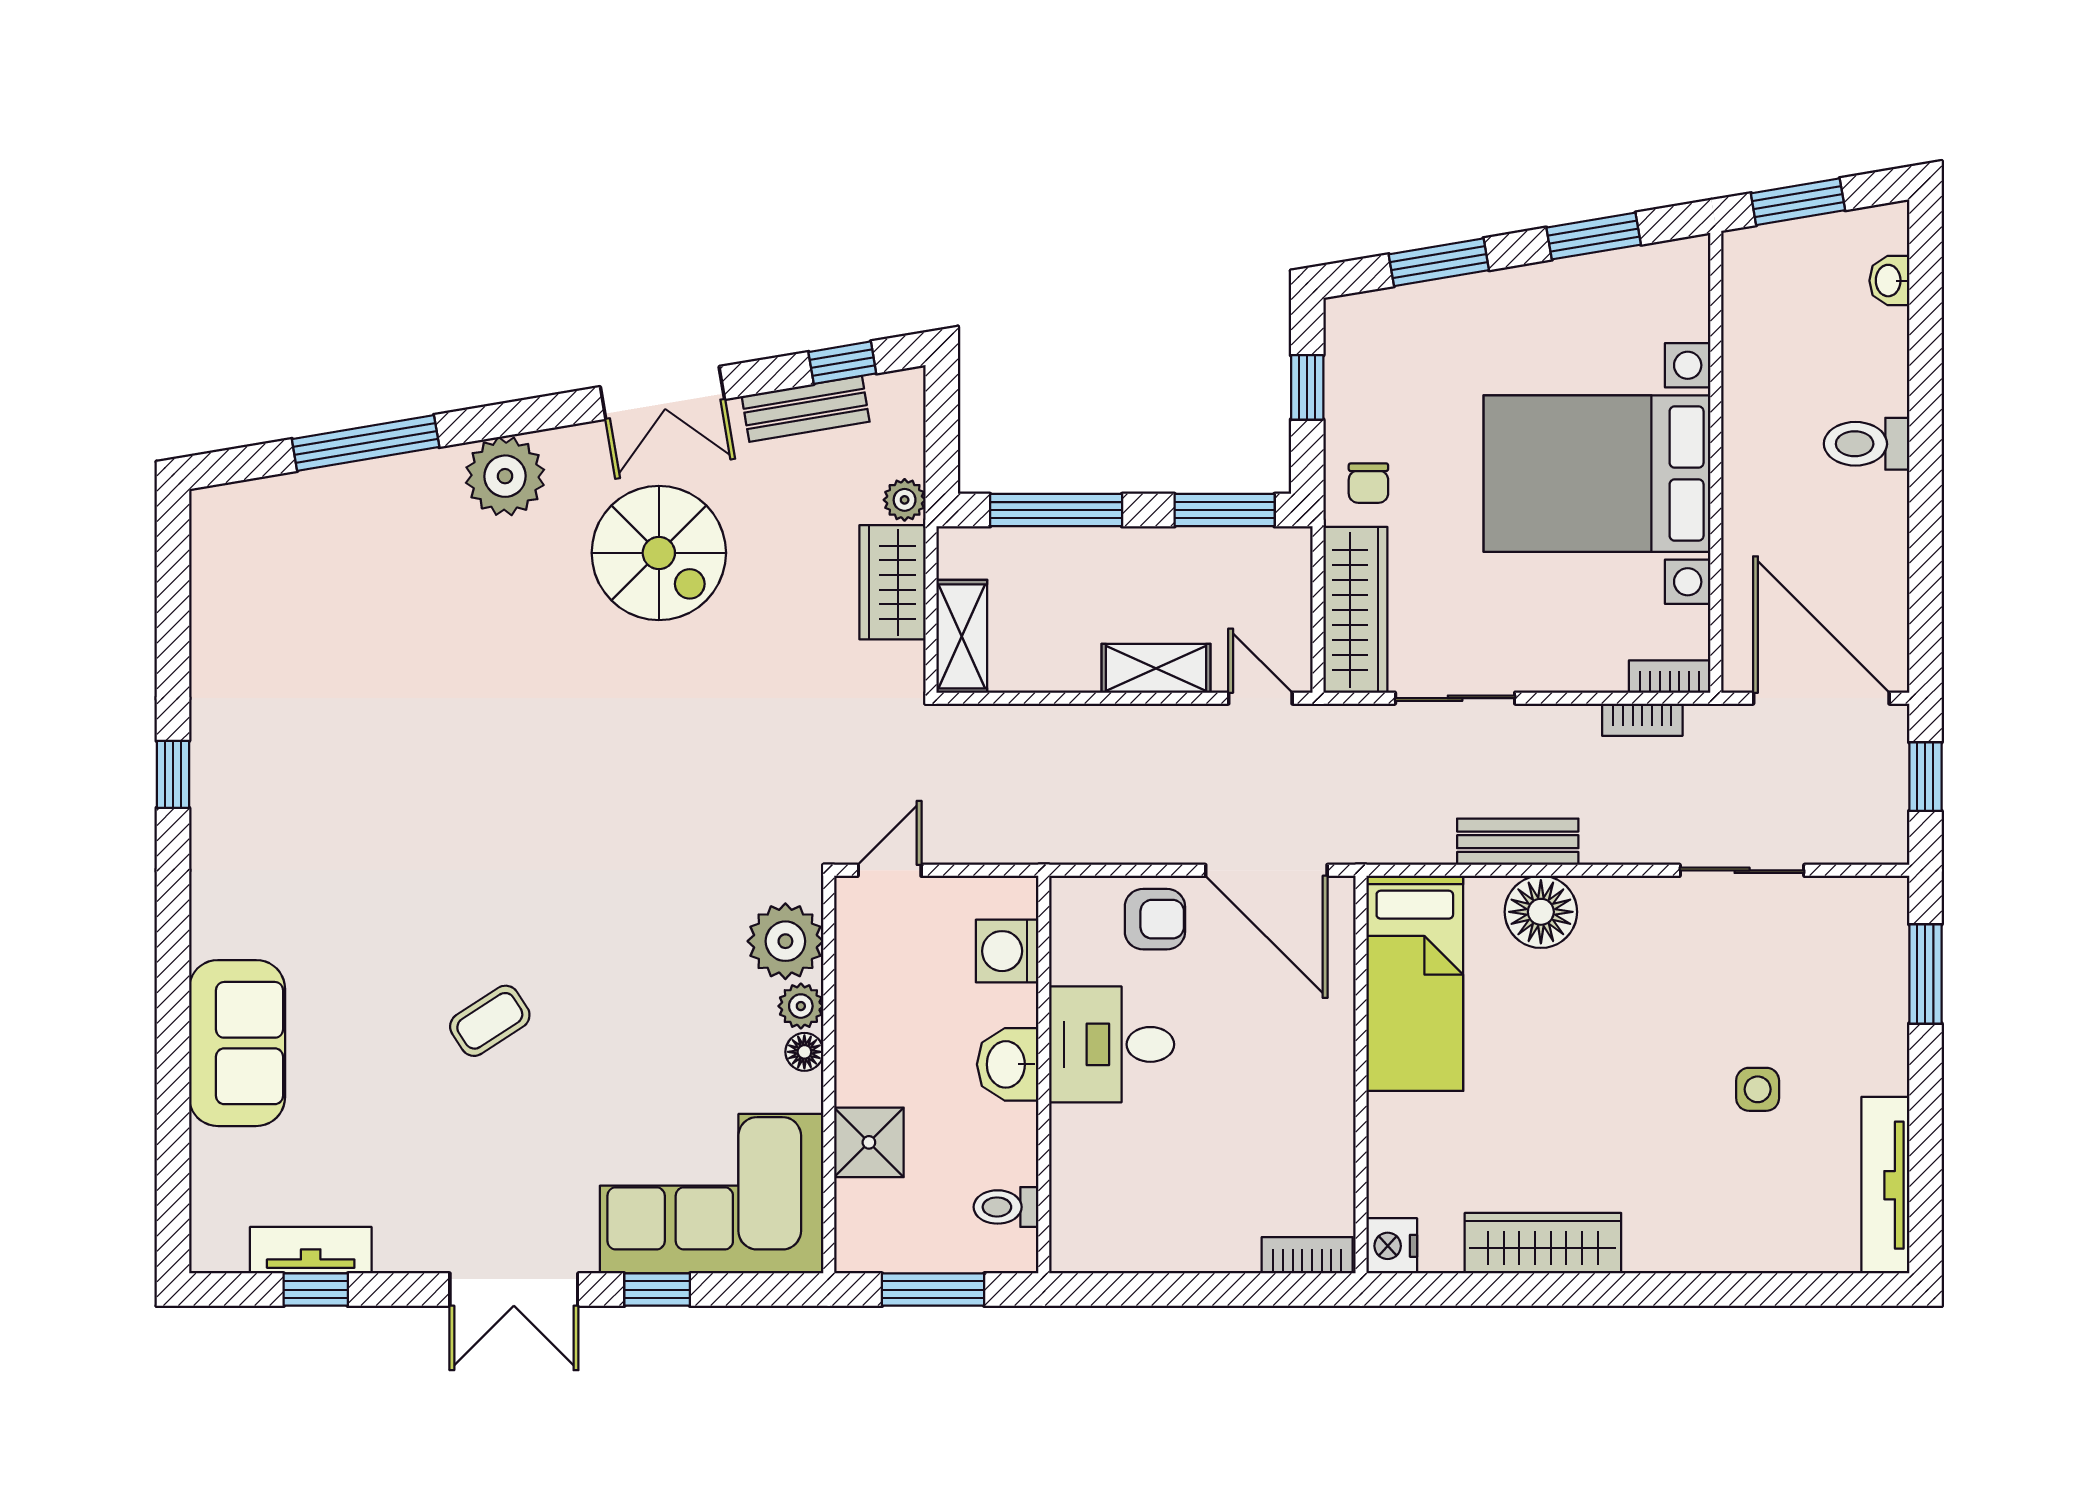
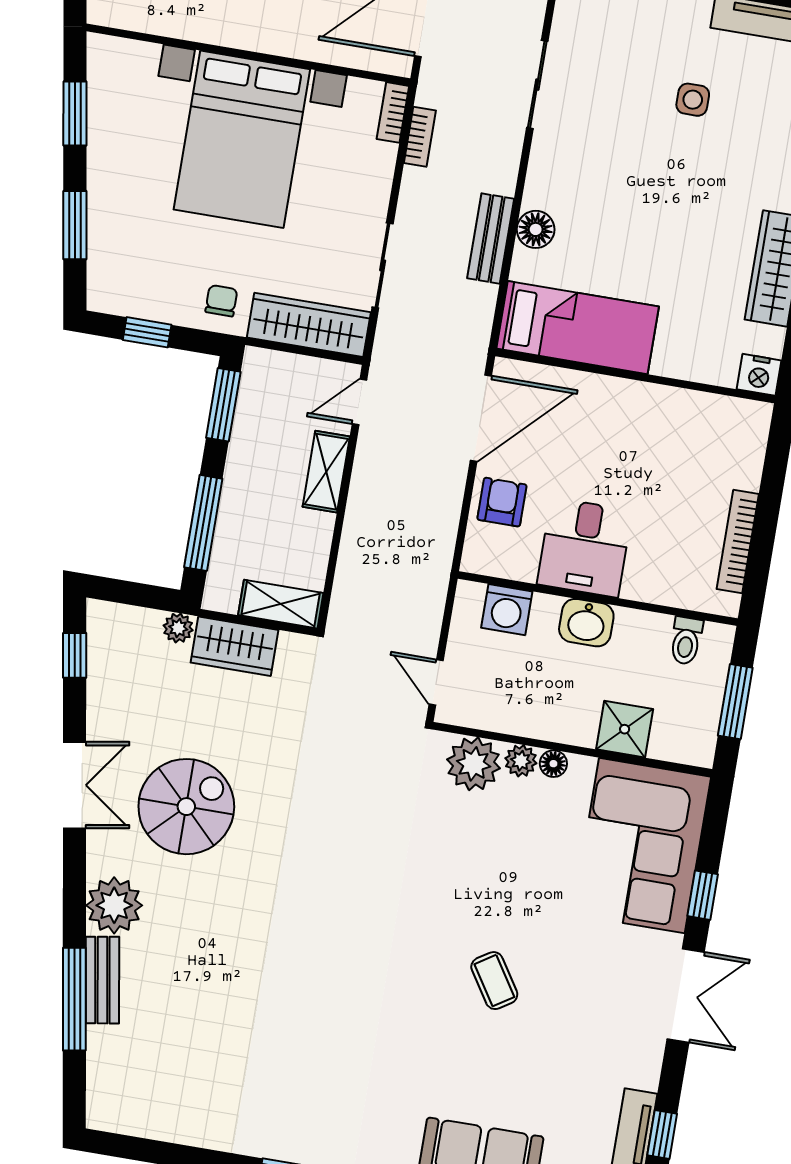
bench: (806, 409) -> (102, 980), moved
chair: (1368, 483) -> (221, 301), turned -90
floor lamp: (1541, 912) -> (536, 229), width x0.73, depth x0.73
bookcase: (1307, 1255) -> (738, 541), moved, width x1.56

